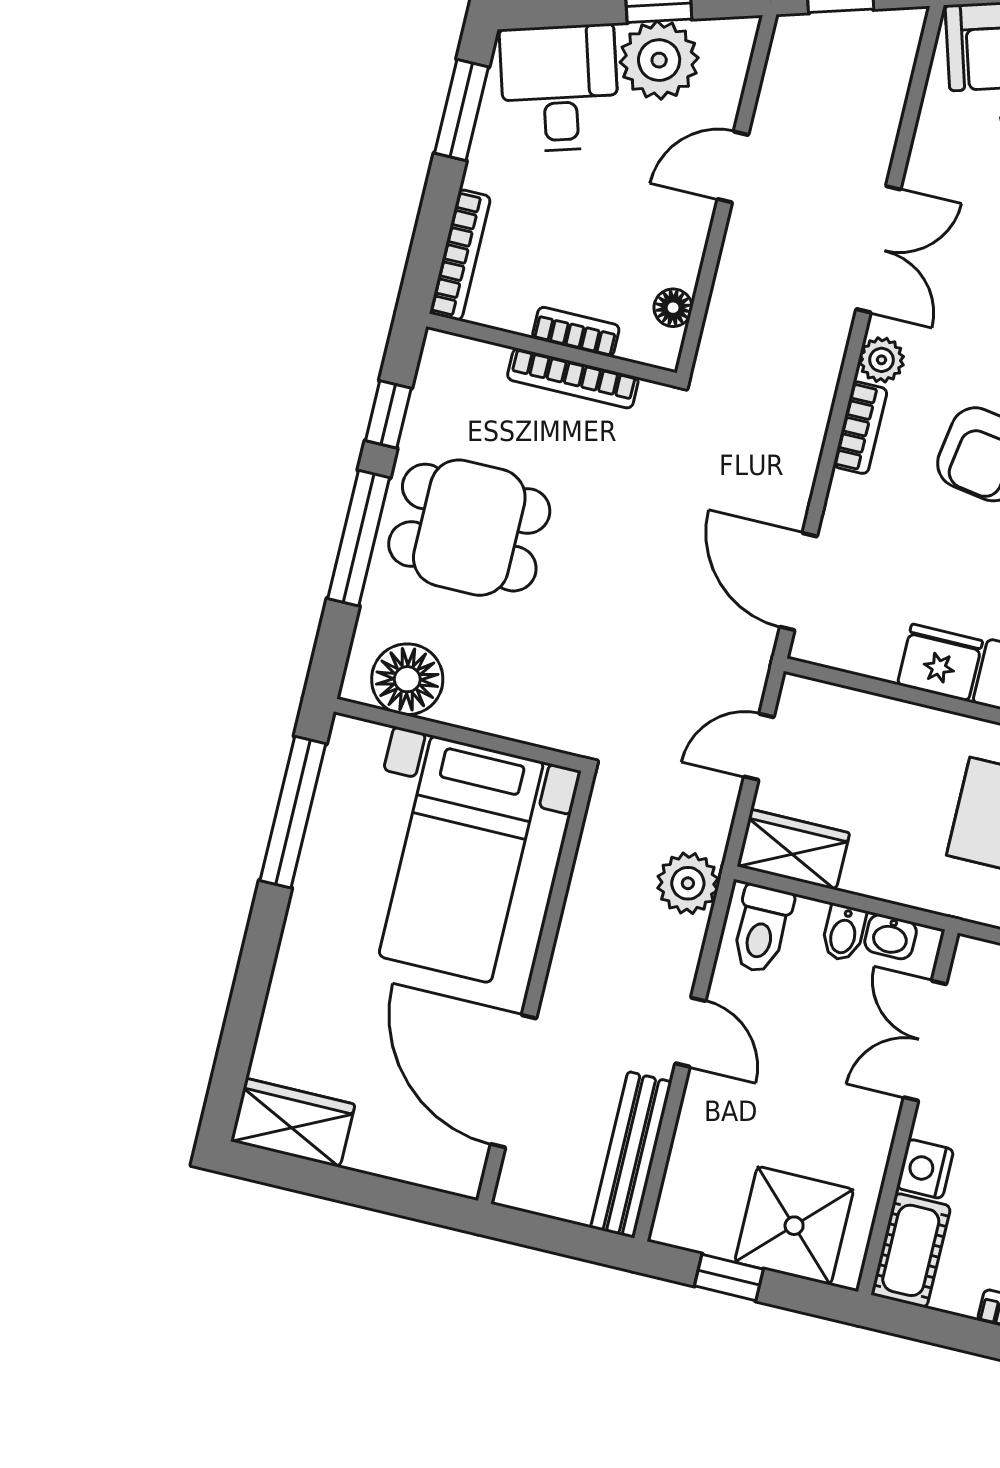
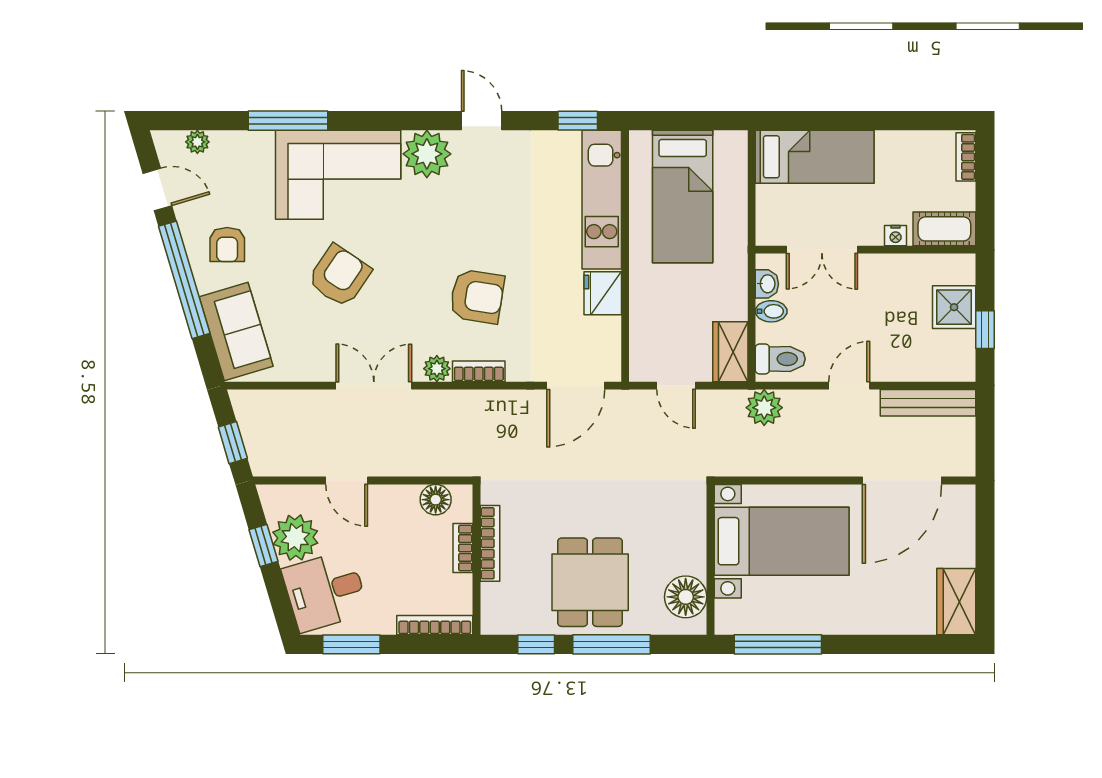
floor lamp: (673, 308) -> (436, 500), width x1.37, depth x1.37
nightstand: (925, 1169) -> (896, 236), width x0.72, depth x0.74
shower: (794, 1226) -> (954, 307), width x0.73, depth x0.73

